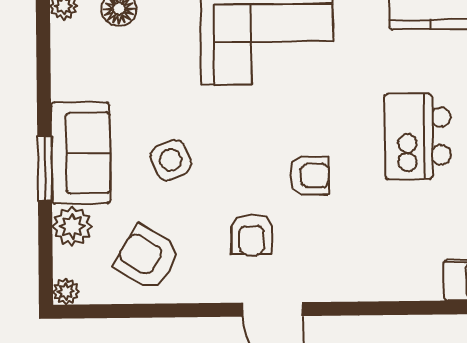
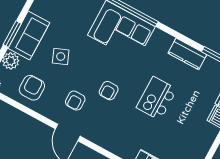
armchair: (309, 176) -> (109, 91), turned 90
armchair: (147, 258) -> (32, 88), turned 59

